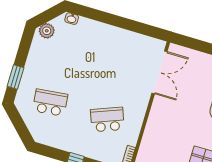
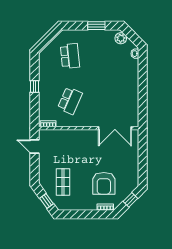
window: (16, 77) -> (96, 26), moved
school desk: (107, 120) -> (70, 101), turned 45

